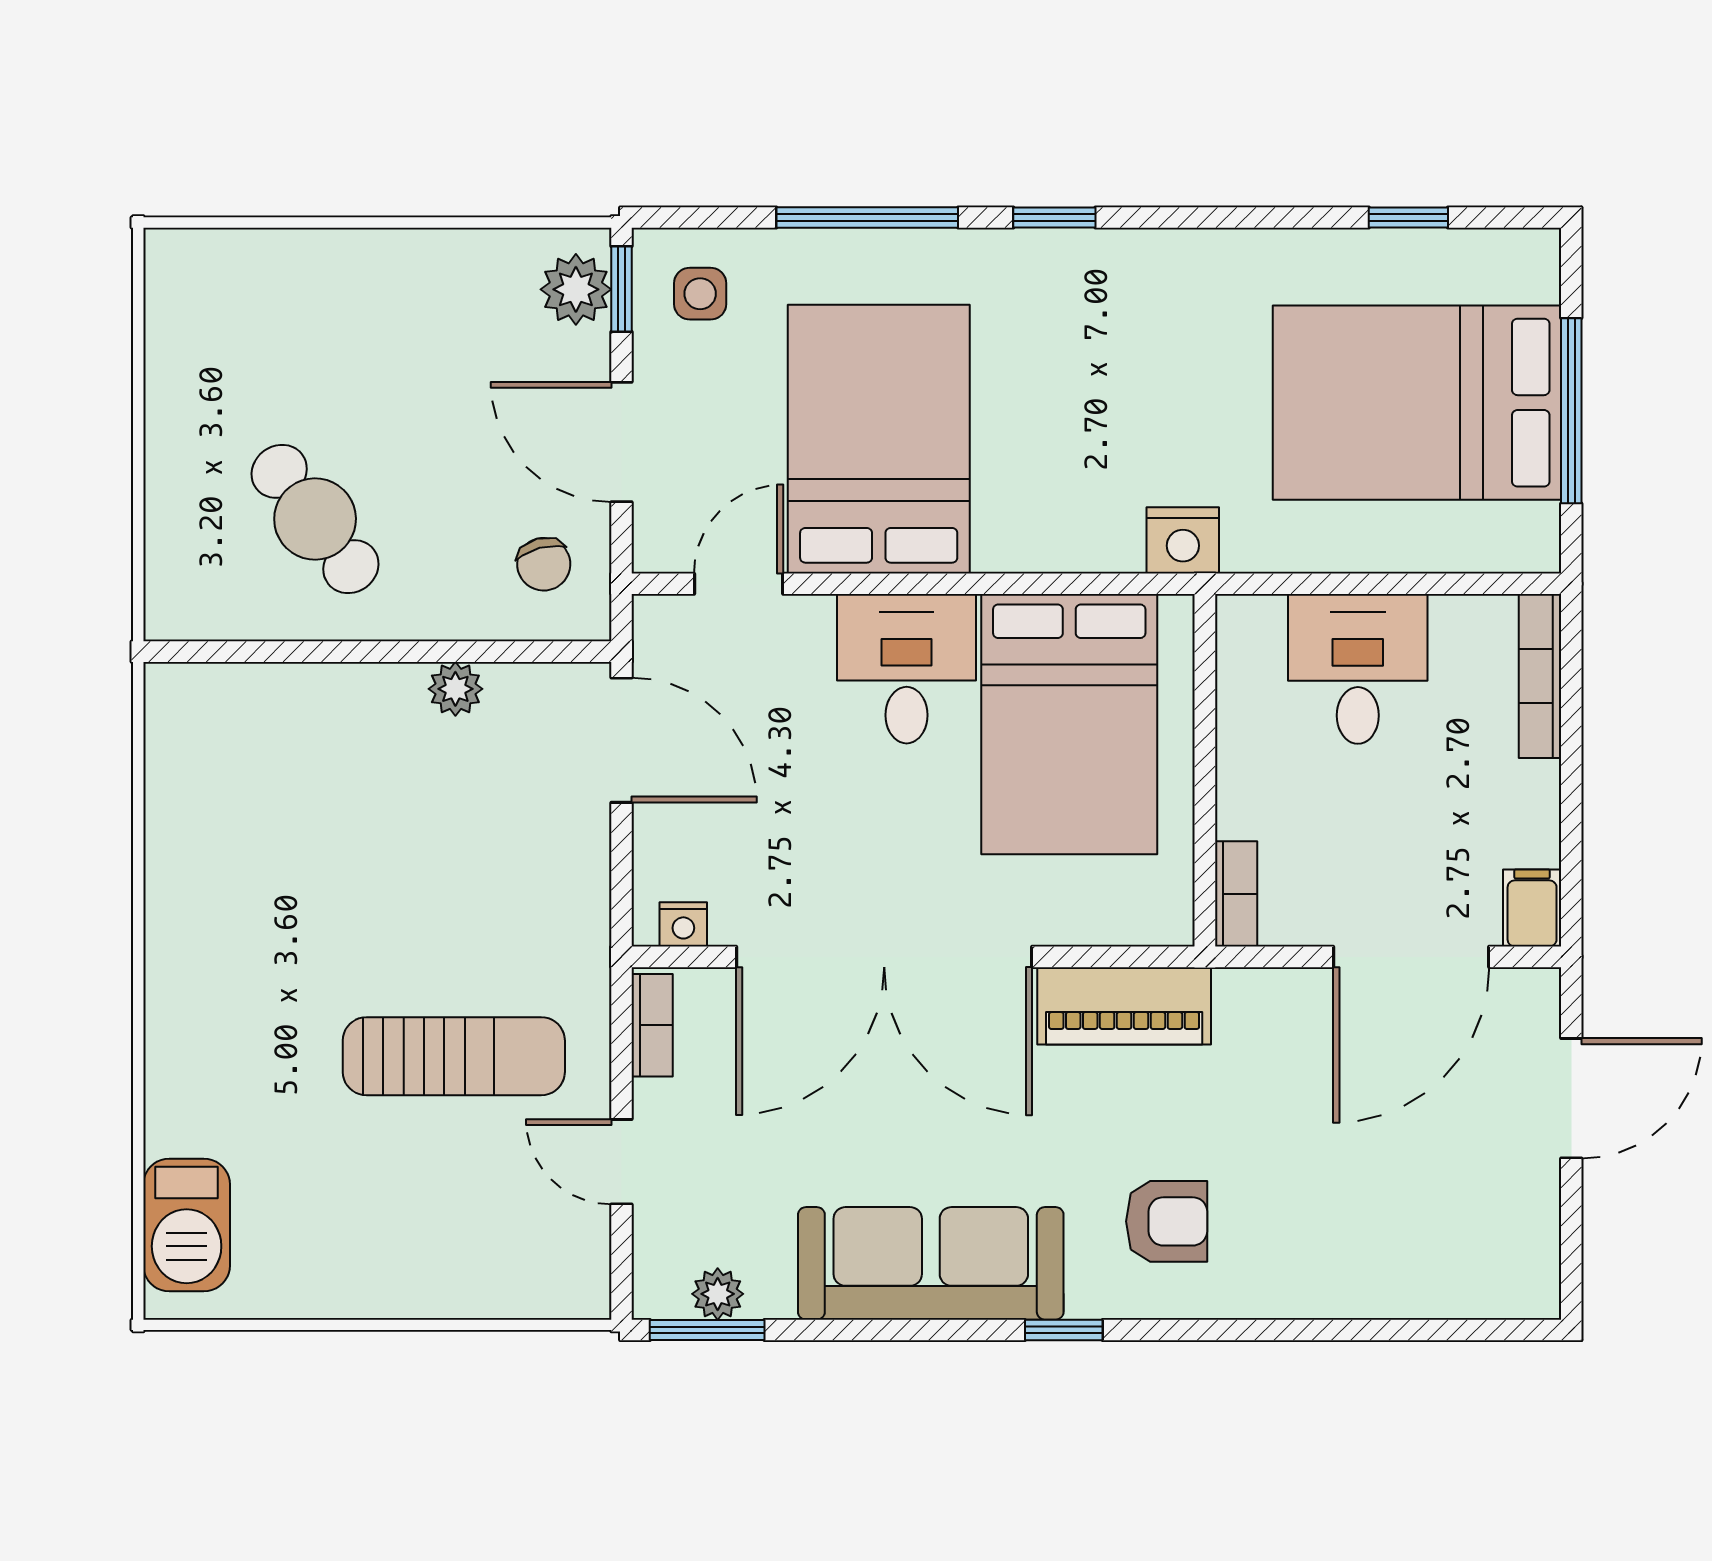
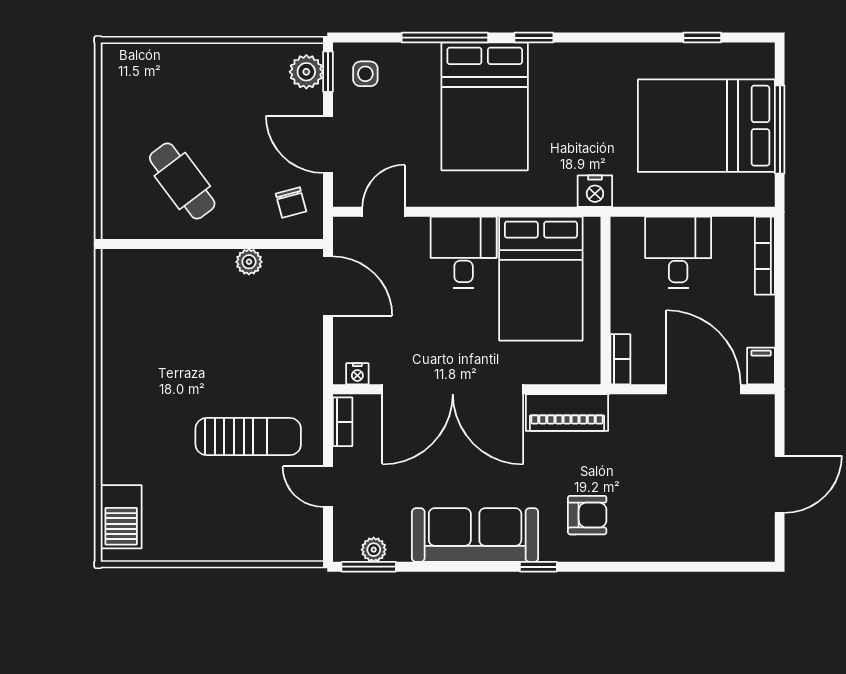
bed: (879, 439) -> (485, 106), moved, turned 180
door: (1411, 957) -> (704, 389), swing flipped
door: (1571, 1098) -> (780, 484), moved

